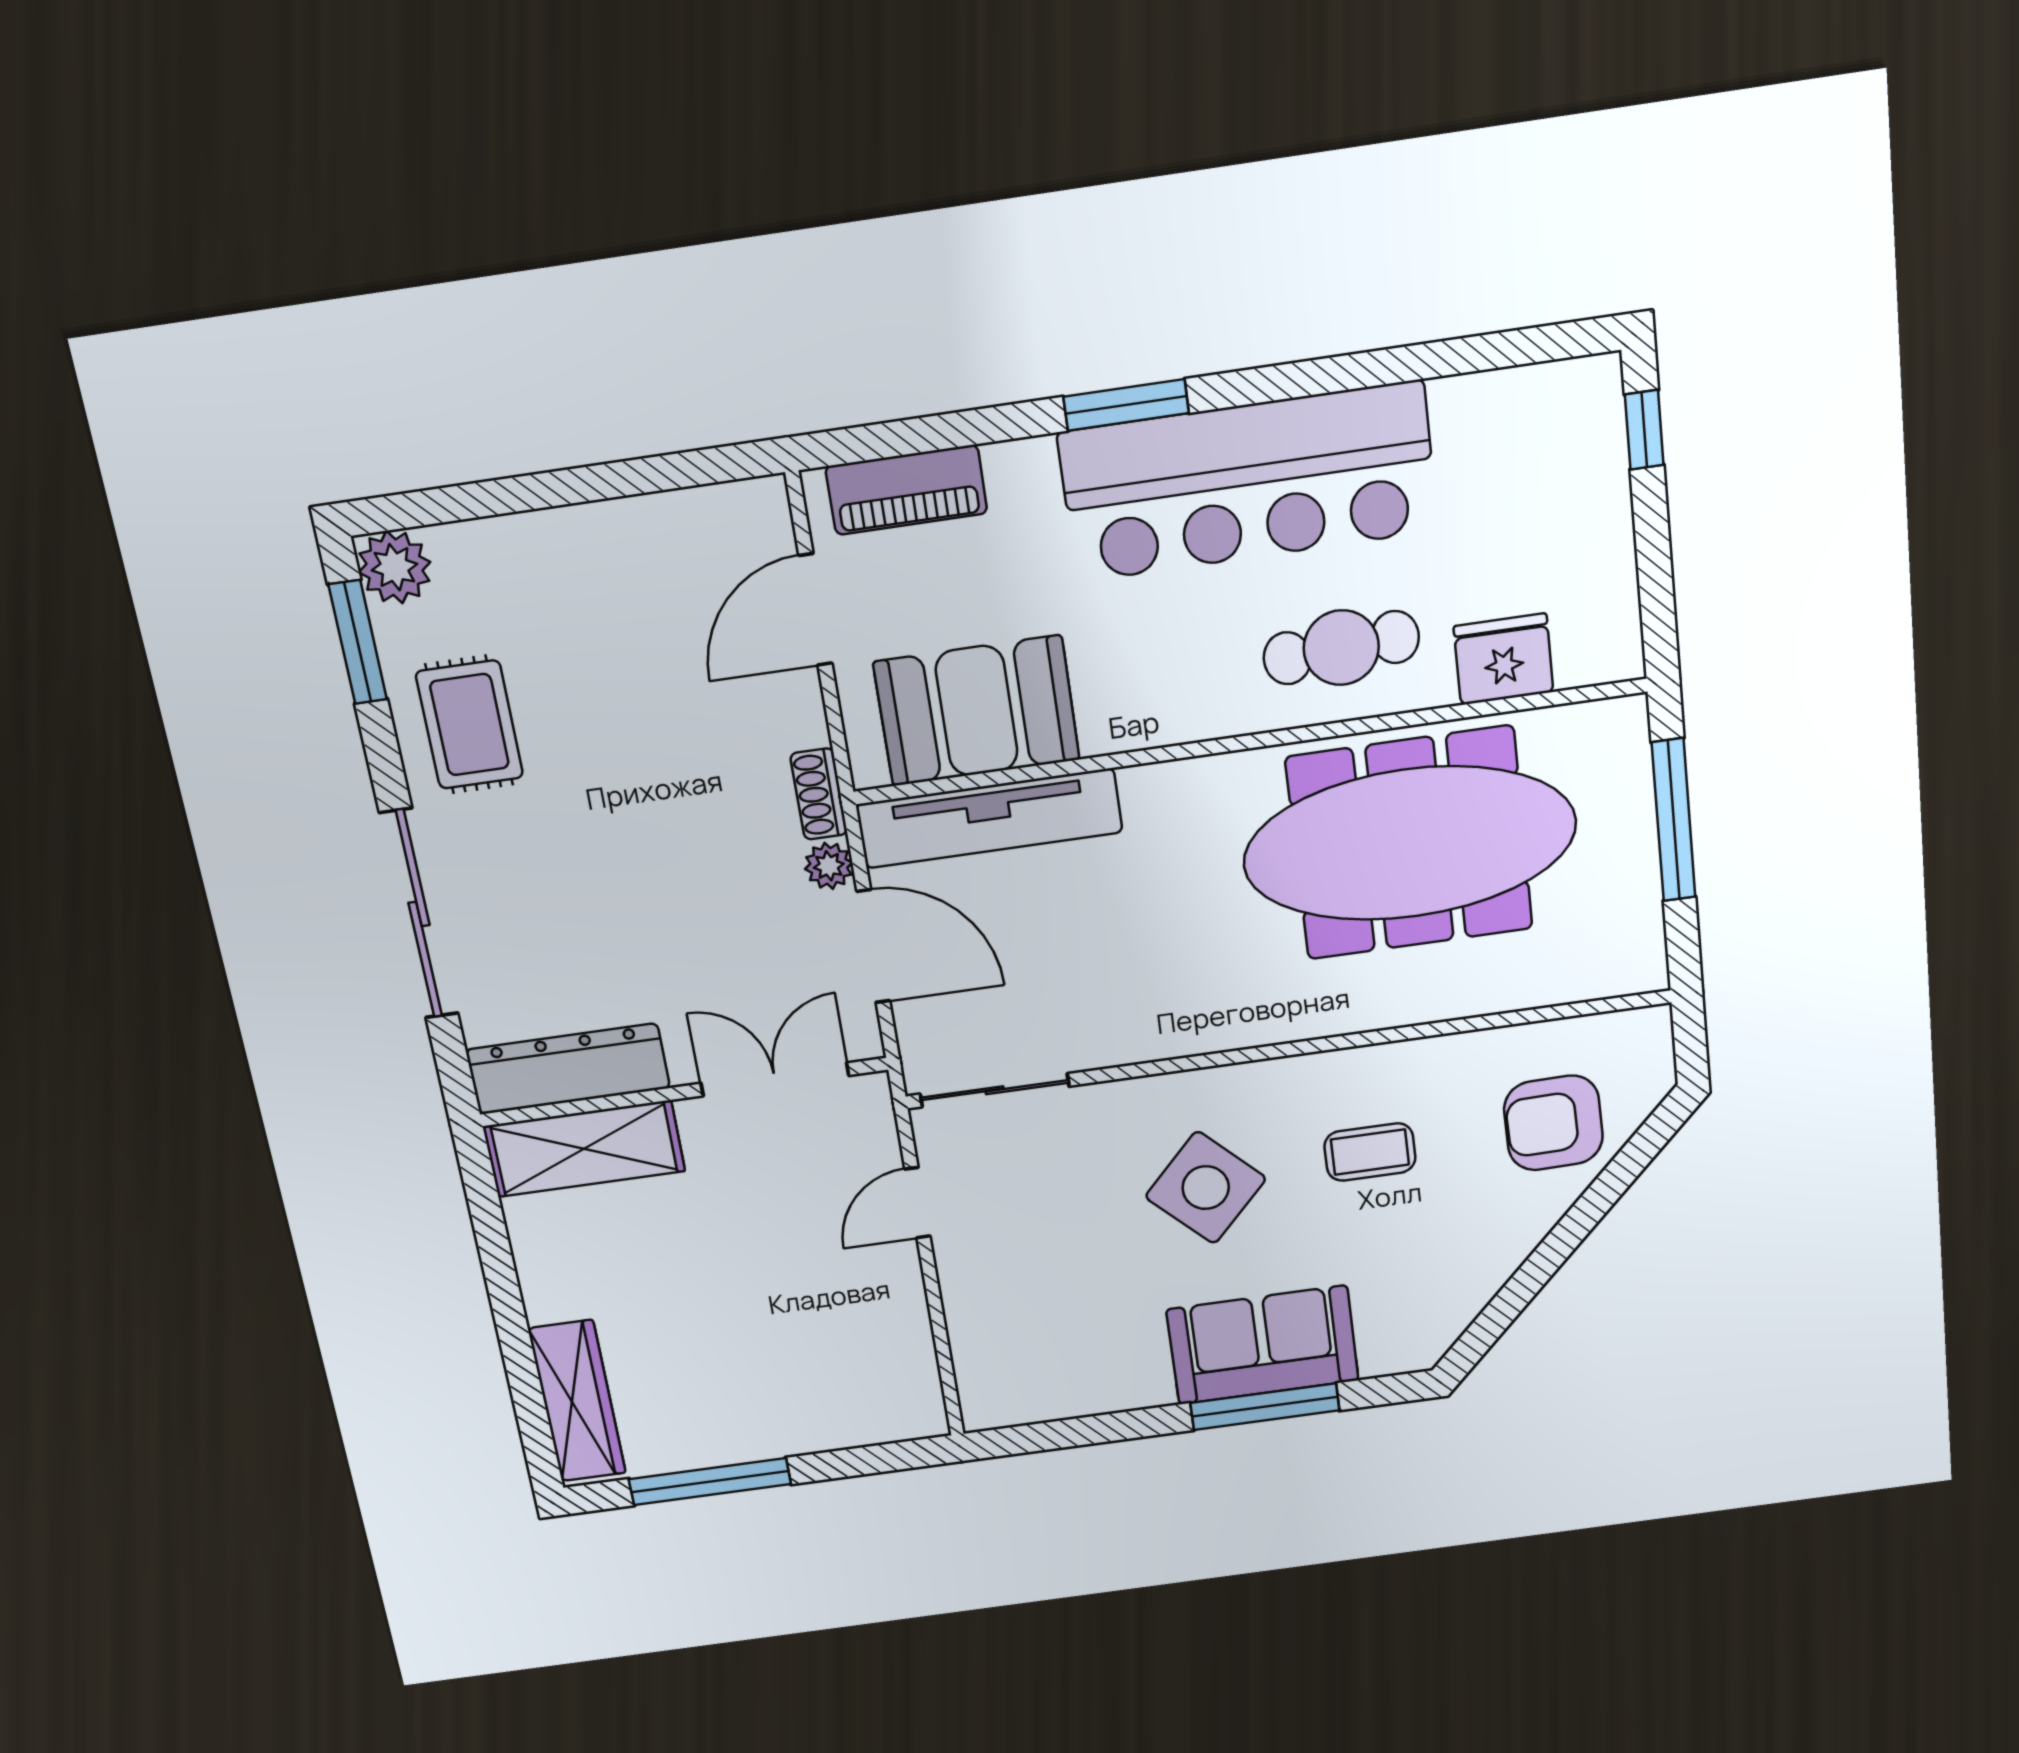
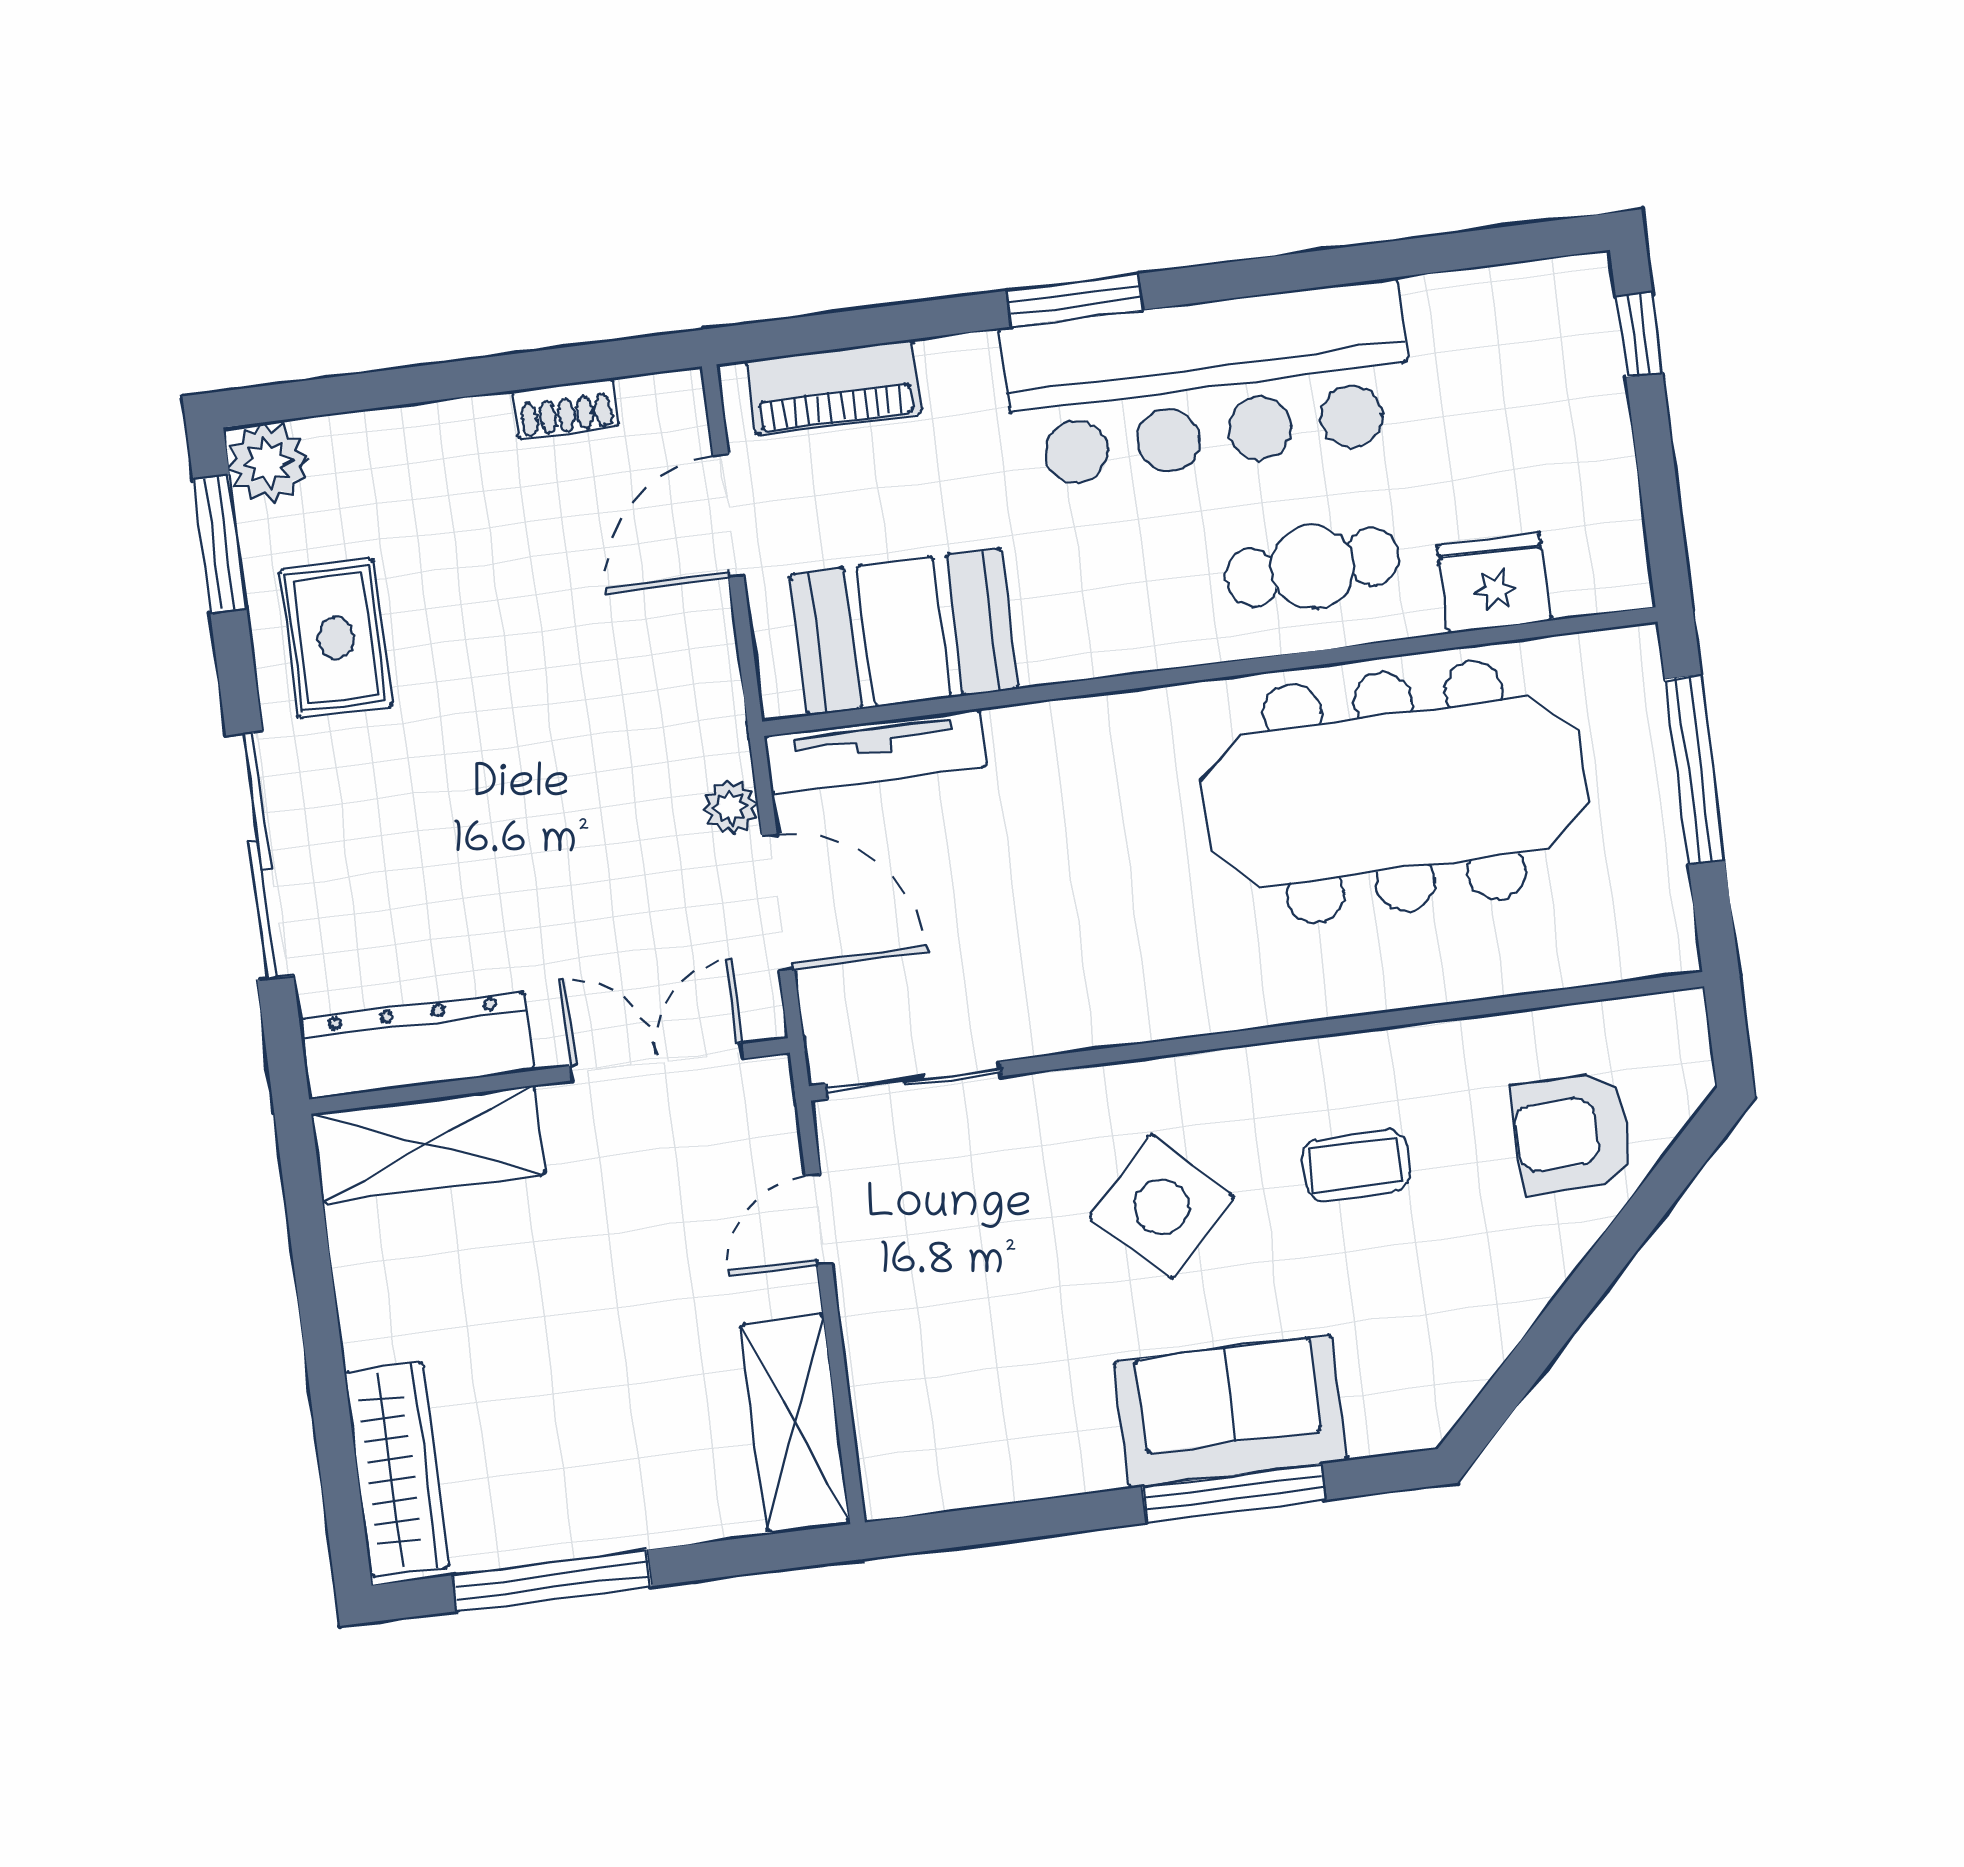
shoe rack: (819, 794) -> (566, 408), moved, turned -90
tv unit: (989, 818) -> (875, 751), width x0.73, depth x0.78
shelving: (904, 1360) -> (795, 1423), added

